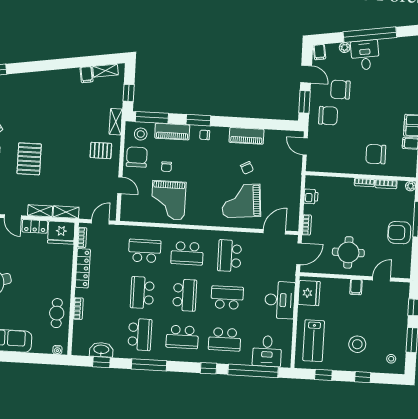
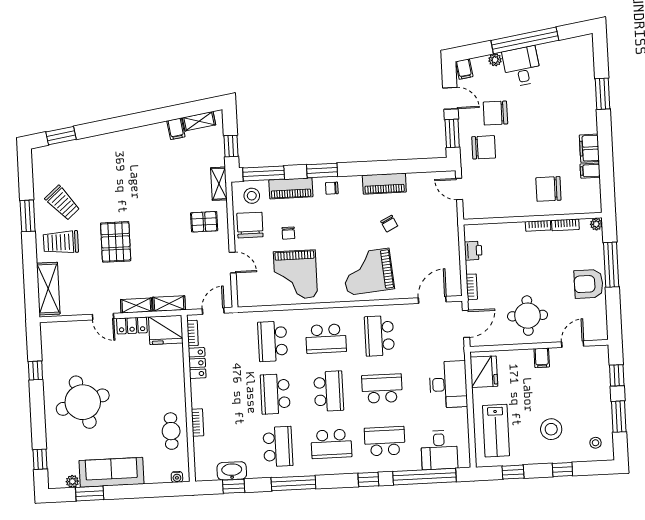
grand piano: (241, 201) -> (368, 272), moved
school desk: (145, 251) -> (273, 341), turned -90
locker: (83, 268) -> (197, 363), width x0.66
school desk: (225, 339) -> (385, 441), turned 180

